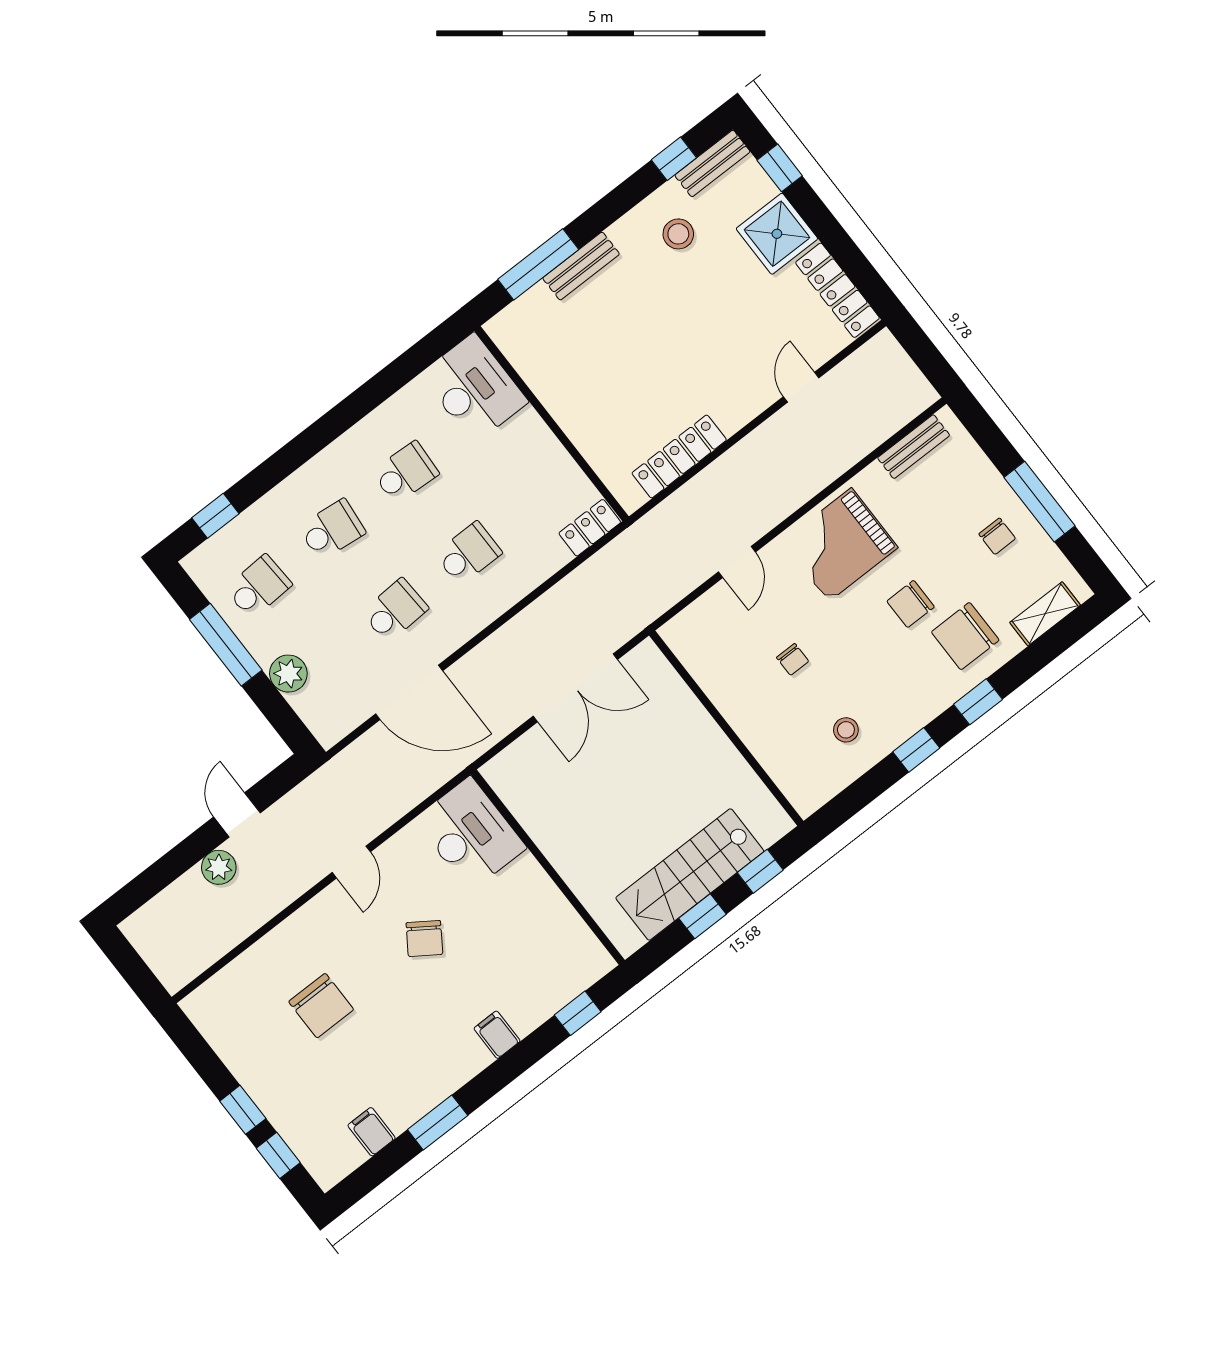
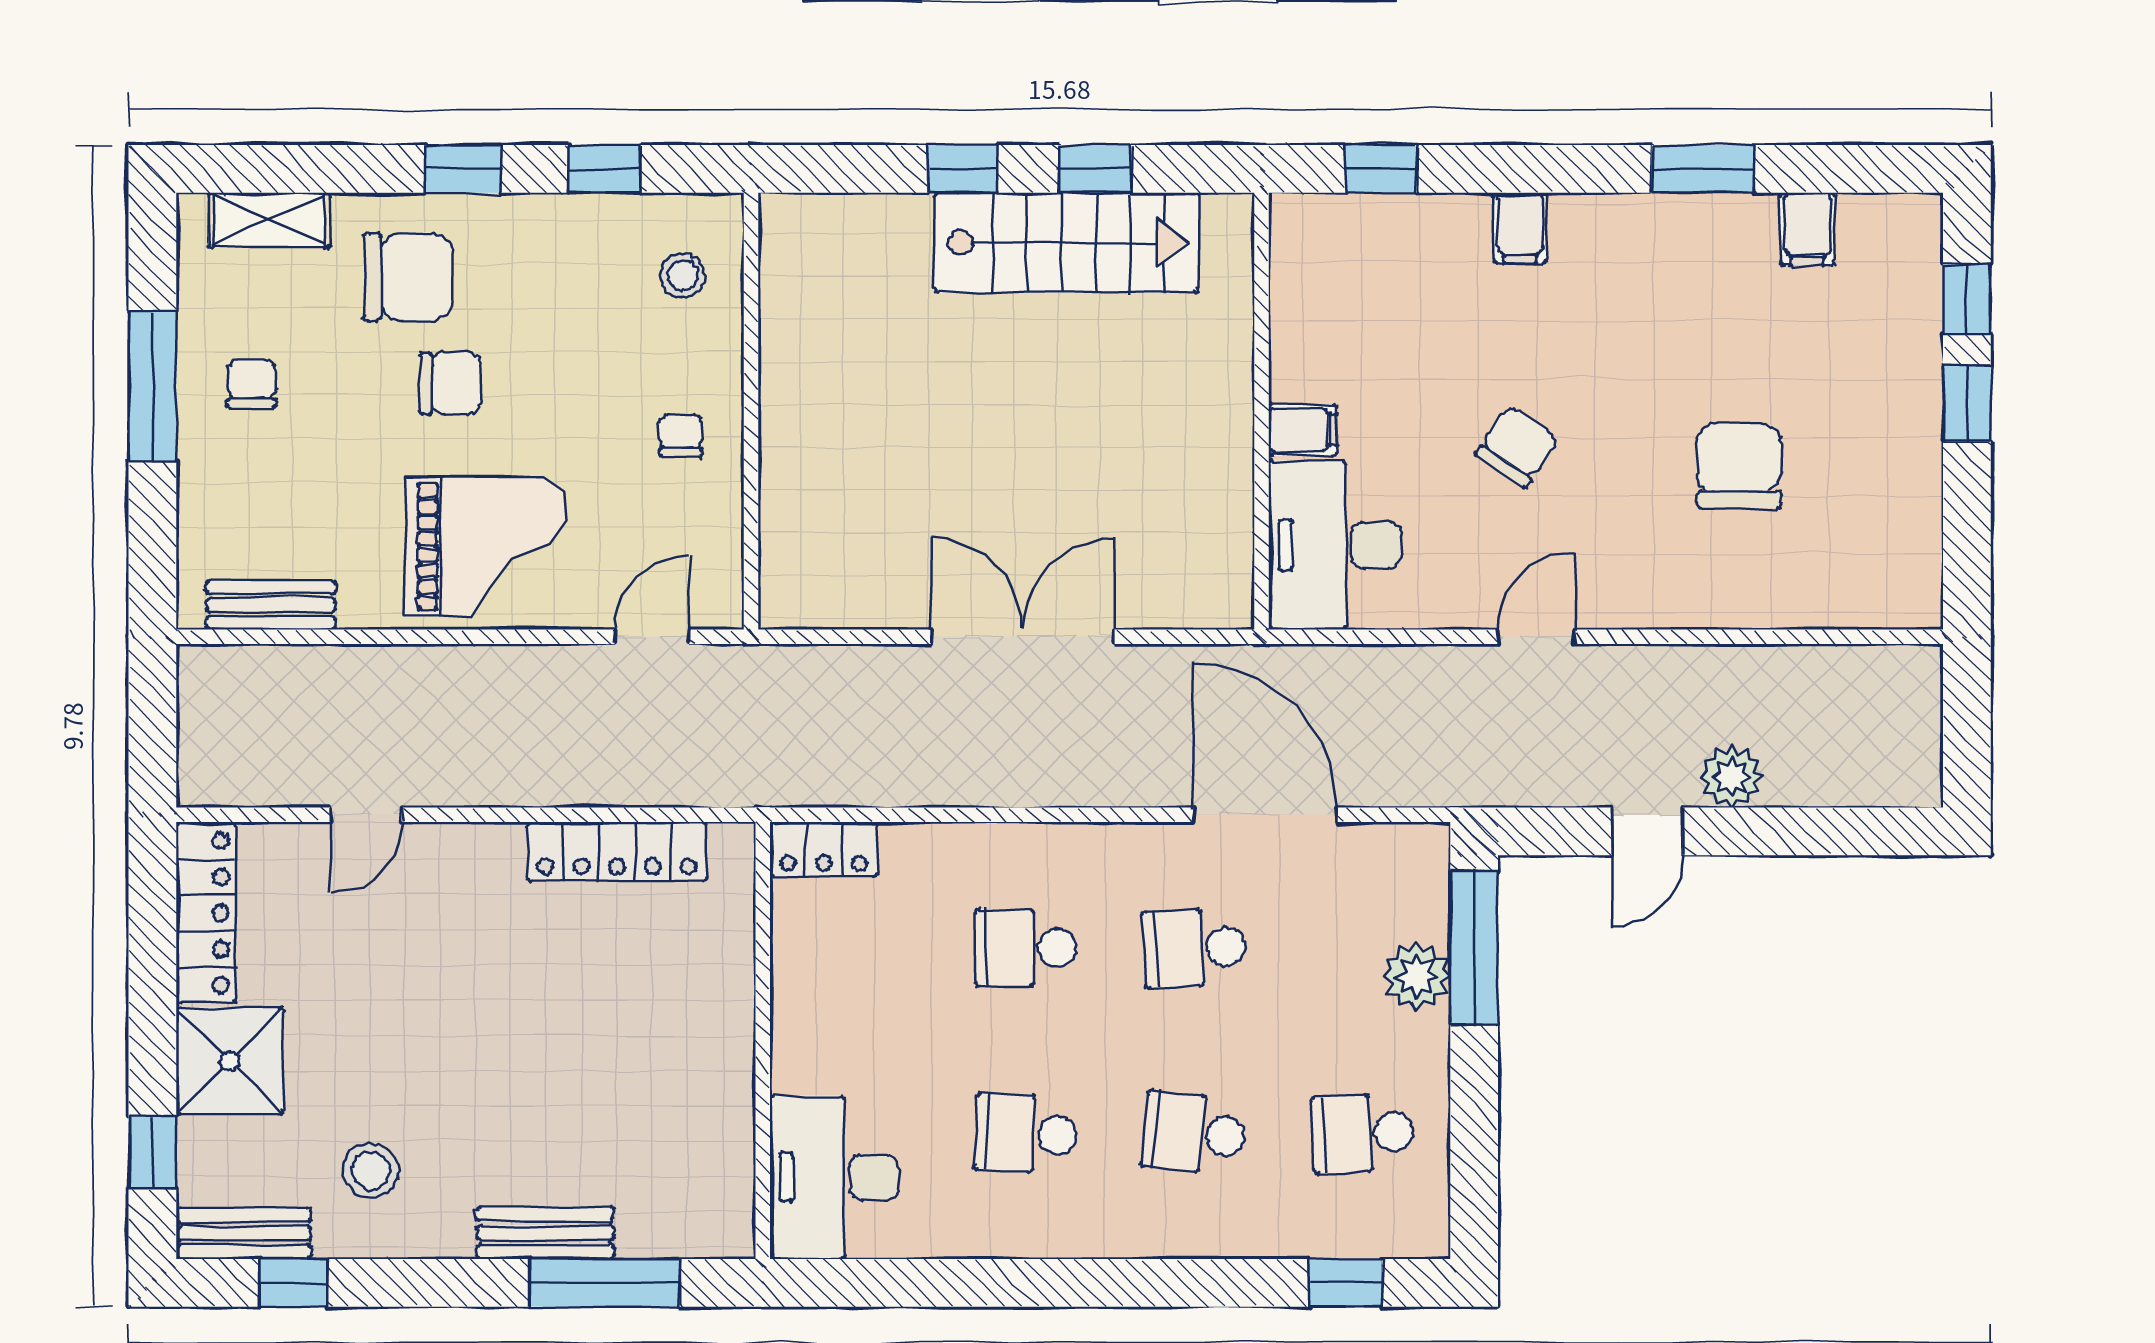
window: (226, 645) -> (1474, 948), moved
wall: (726, 728) -> (751, 411), moved
filing cabinet: (523, 873) -> (1303, 430), added

